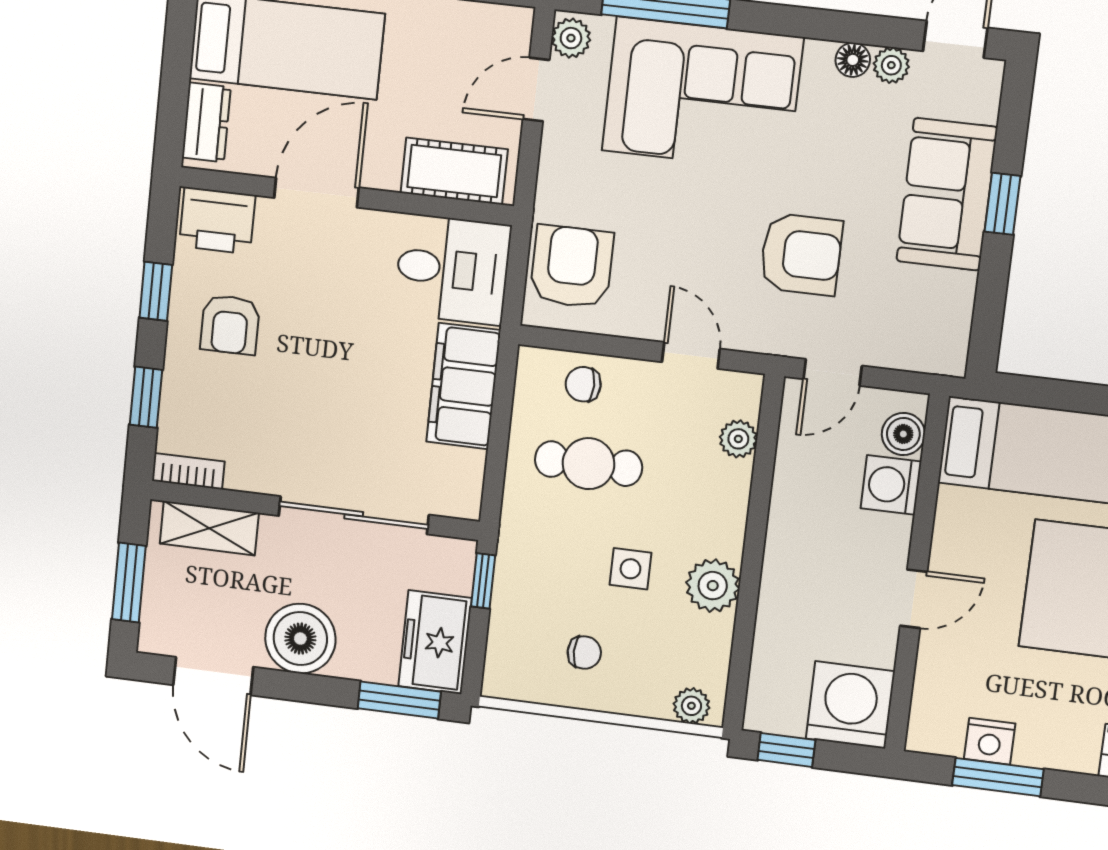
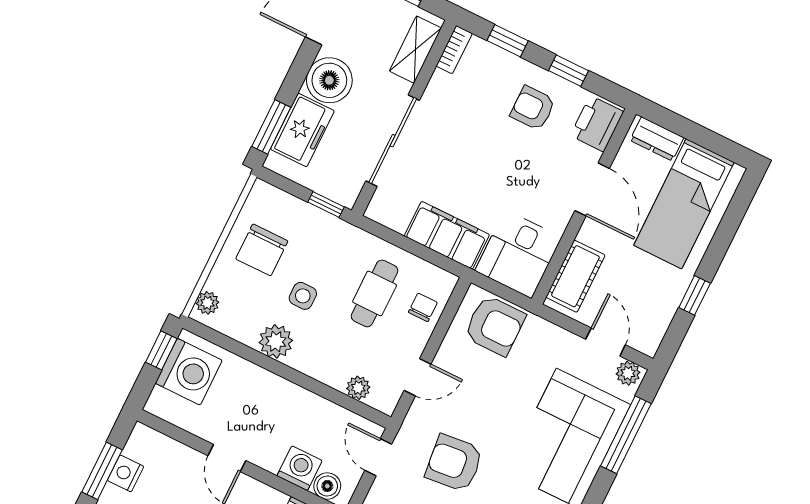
armchair: (801, 254) -> (454, 463), turned 84
freezer: (435, 642) -> (302, 130), moved, turned 90
chair: (584, 653) -> (262, 250), width x1.87, depth x1.87
washing machine: (850, 705) -> (189, 372), moved

